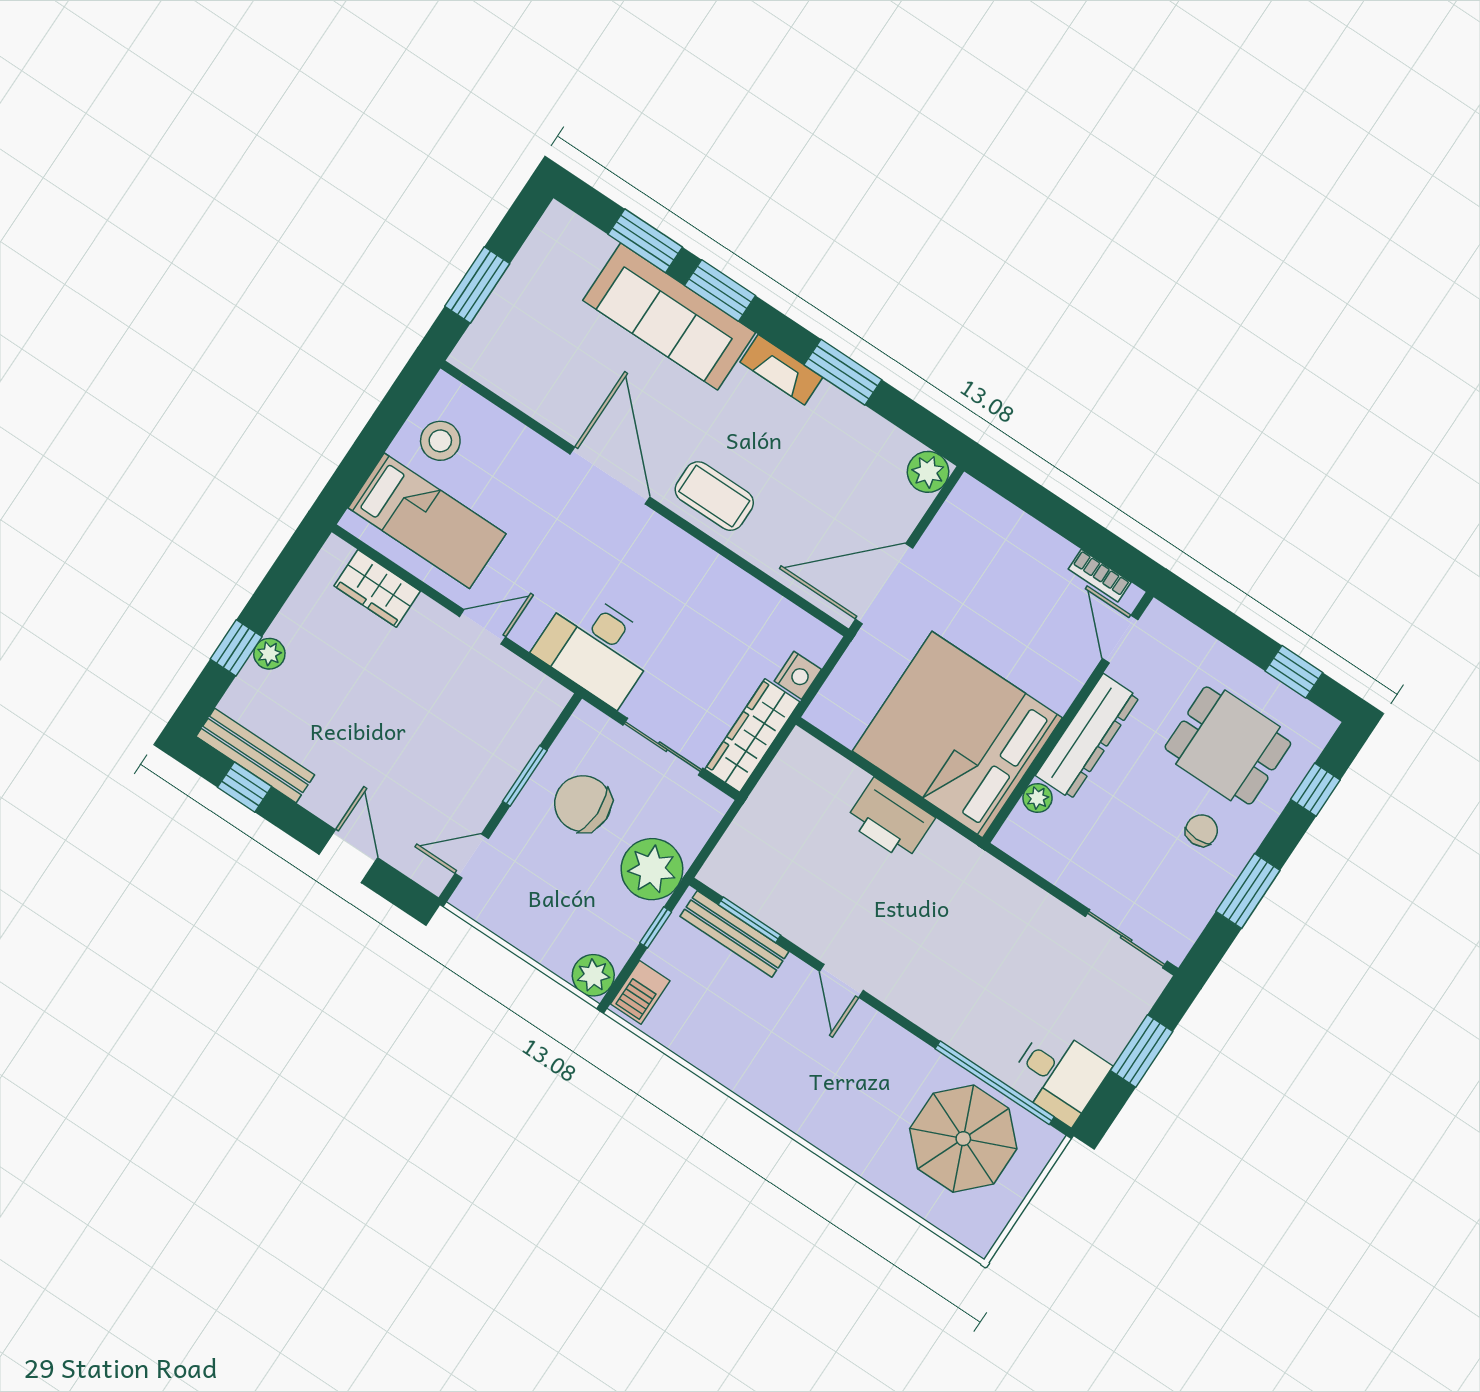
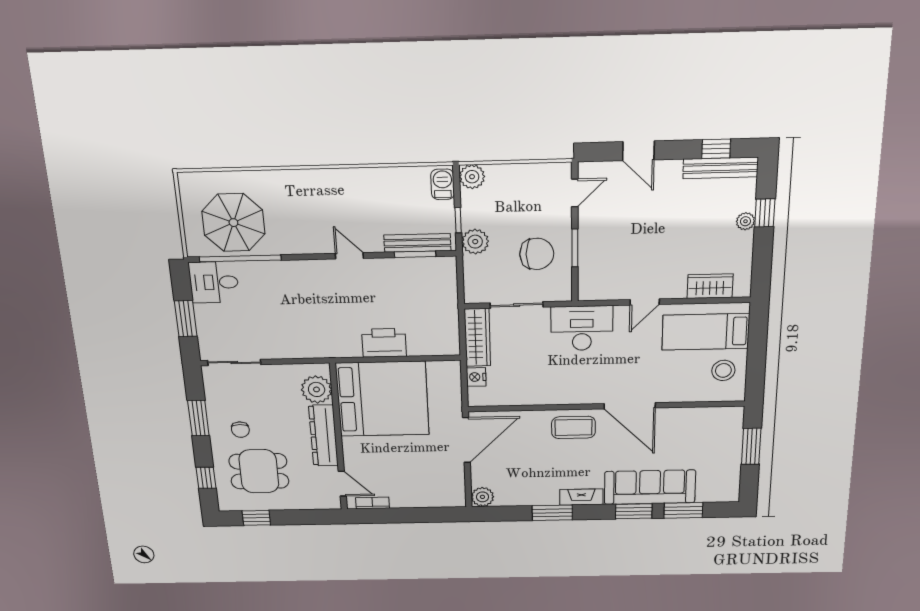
plant: (1037, 798) -> (317, 389), width x1.88, depth x1.88
plant: (652, 869) -> (475, 242), width x0.73, depth x0.73

